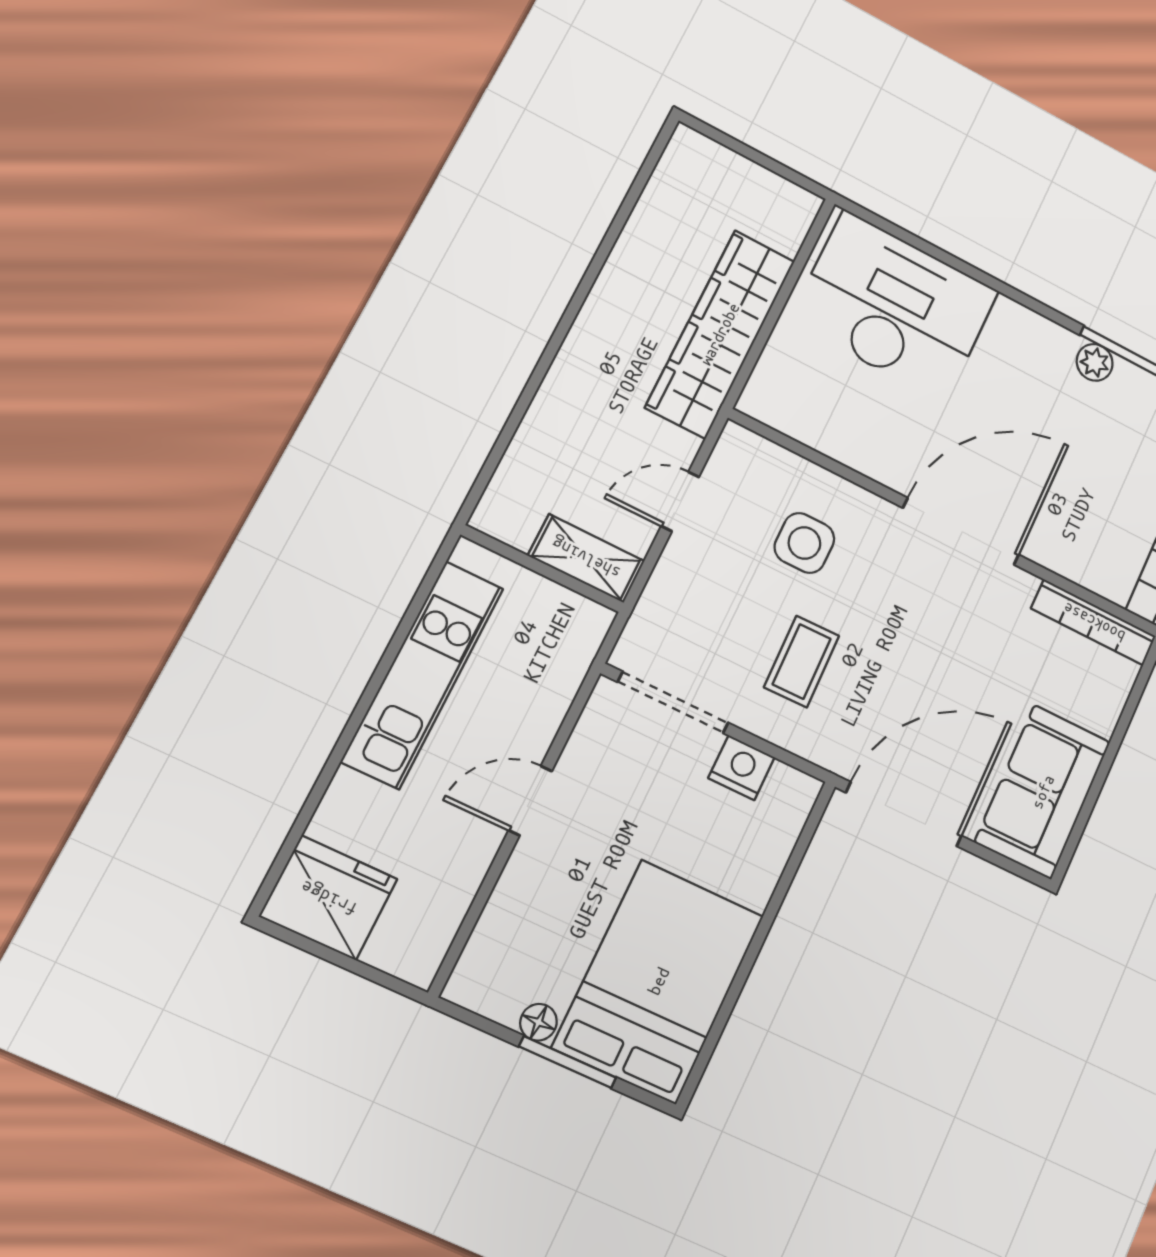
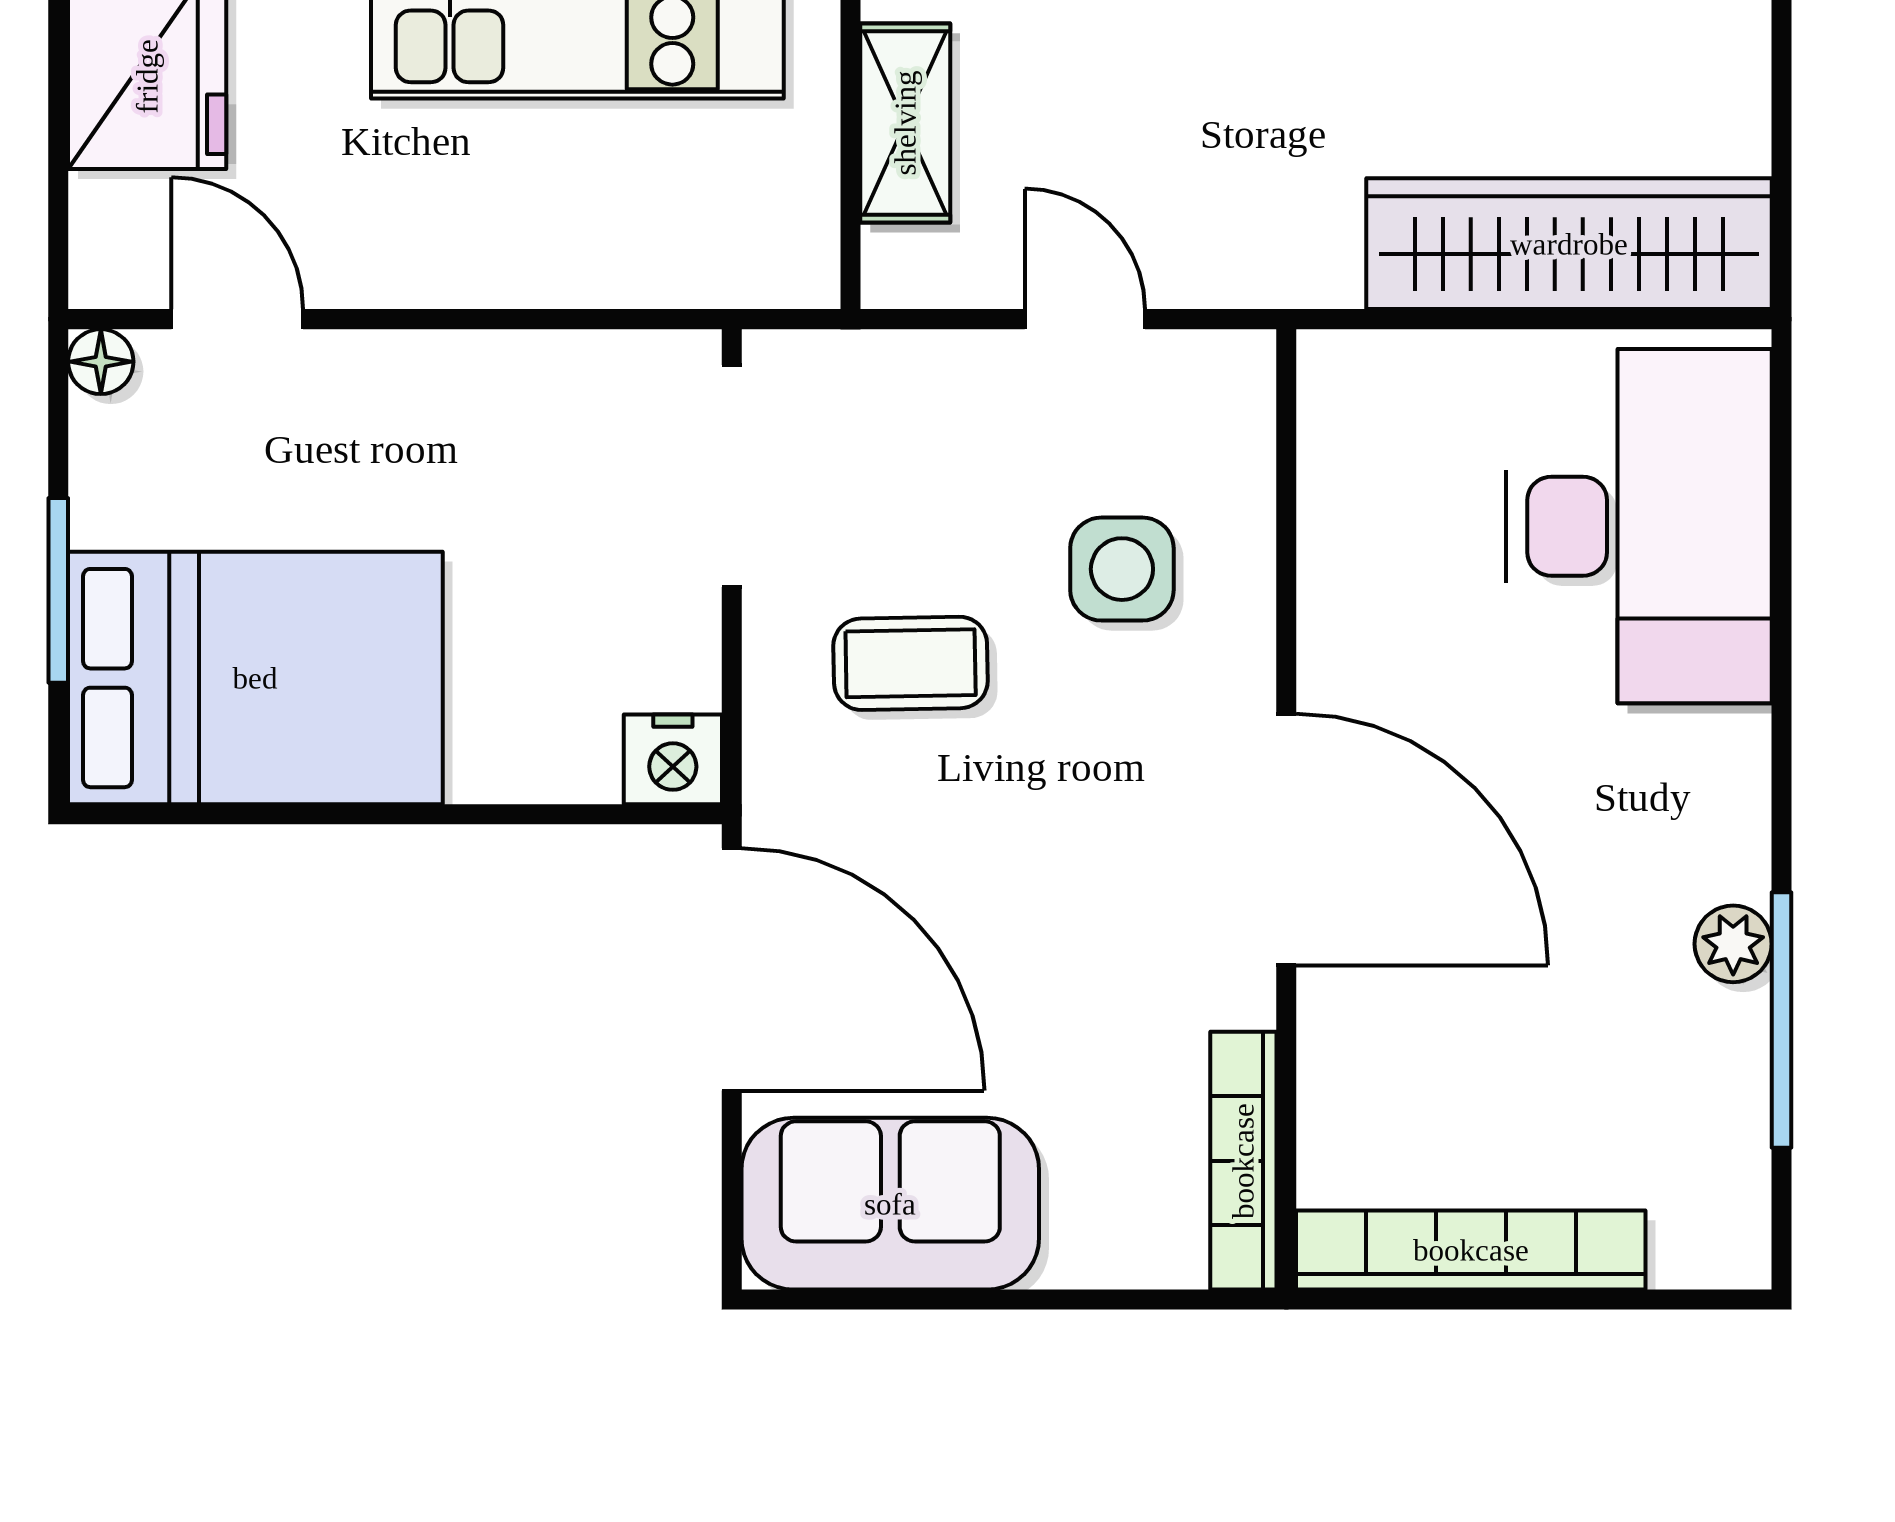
wardrobe: (720, 334) -> (1569, 244), moved
shelving: (586, 558) -> (905, 123), moved
nightstand: (741, 768) -> (673, 759), moved, turned 90
door: (530, 801) -> (237, 319), moved
floor lamp: (539, 1022) -> (101, 362), moved

